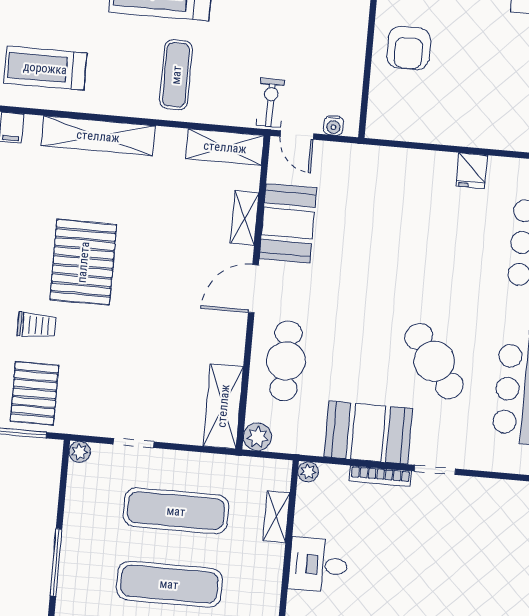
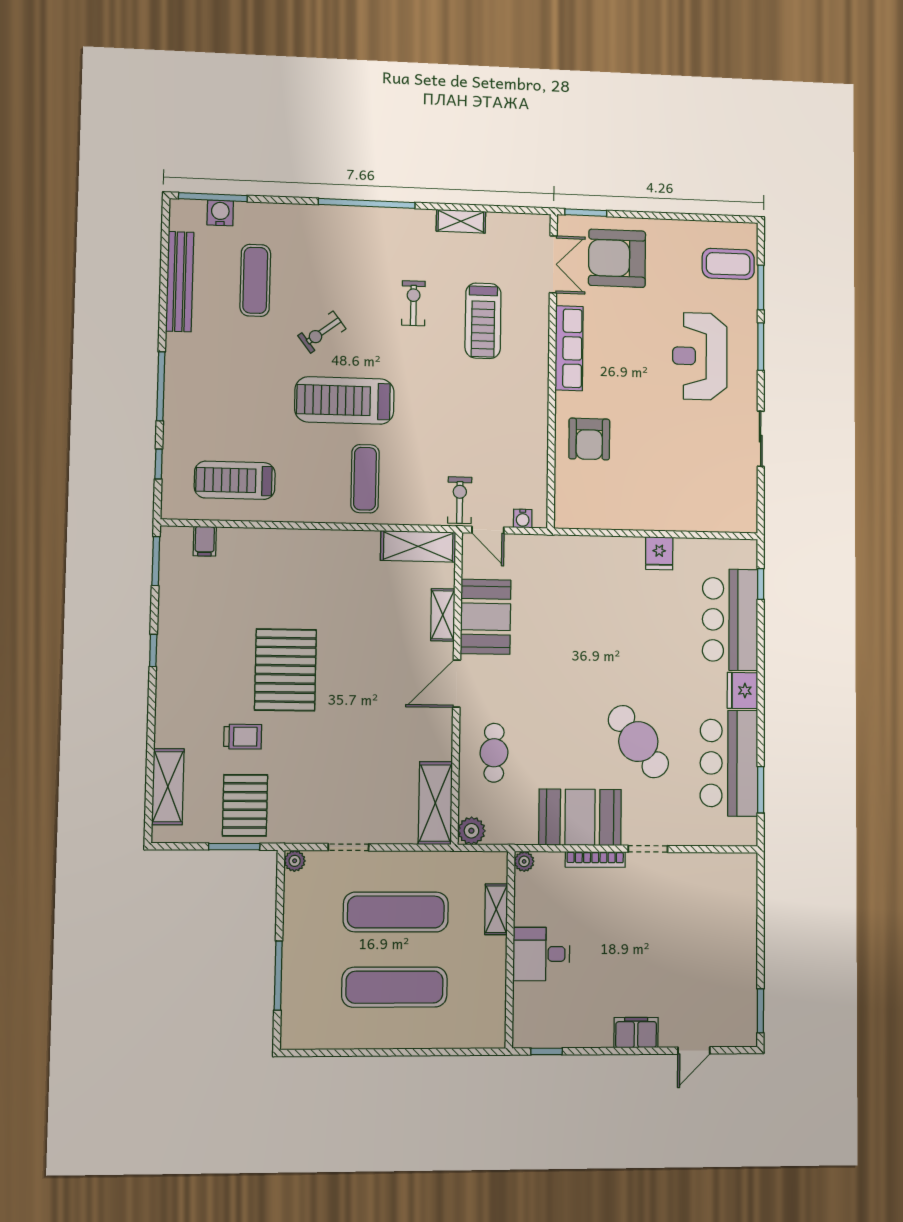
shelving: (98, 136) -> (292, 544), removed
cafe table: (286, 361) -> (494, 753), width x0.73, depth x0.74

